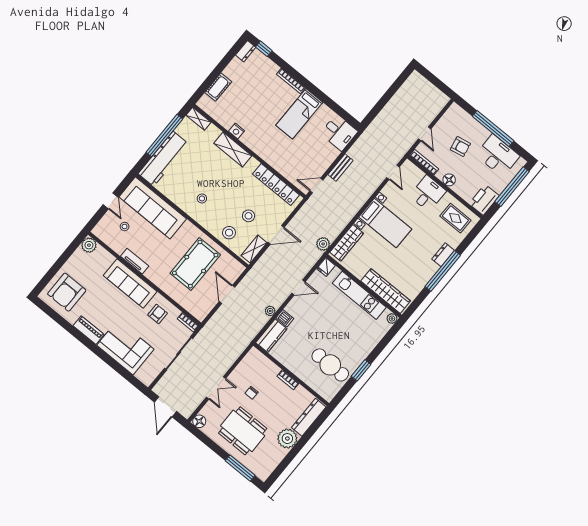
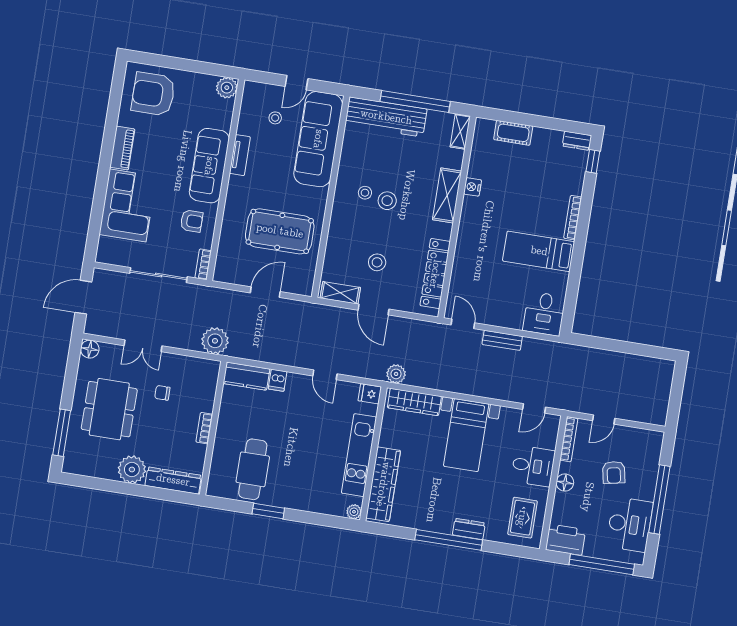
stool: (229, 233) -> (387, 201), moved
plant: (270, 311) -> (215, 341), moved, width x1.88, depth x1.88

